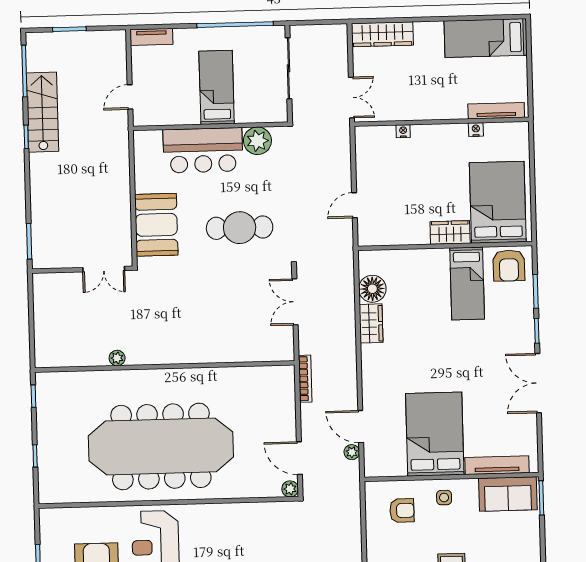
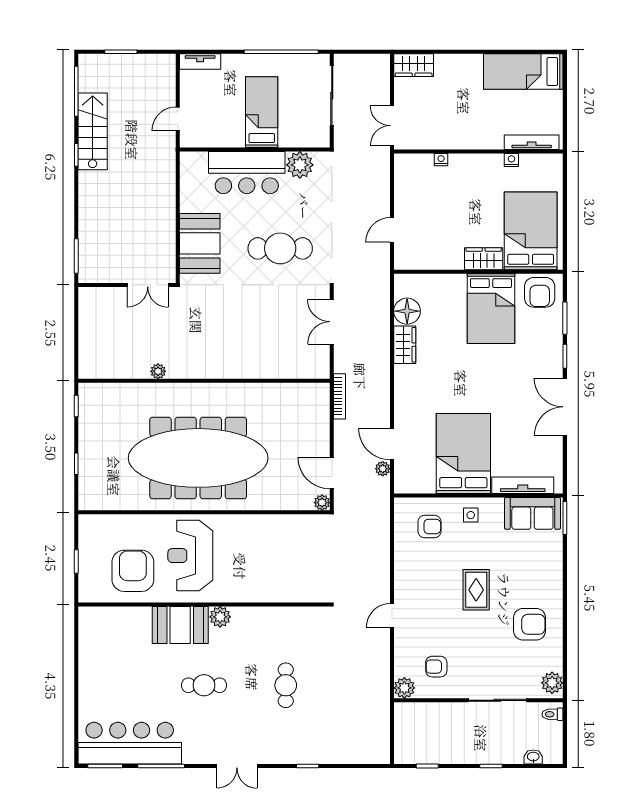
wardrobe: (382, 34) -> (414, 65), width x0.67
double door: (351, 98) -> (392, 126), swing flipped
bed: (467, 283) -> (491, 309), width x1.50

